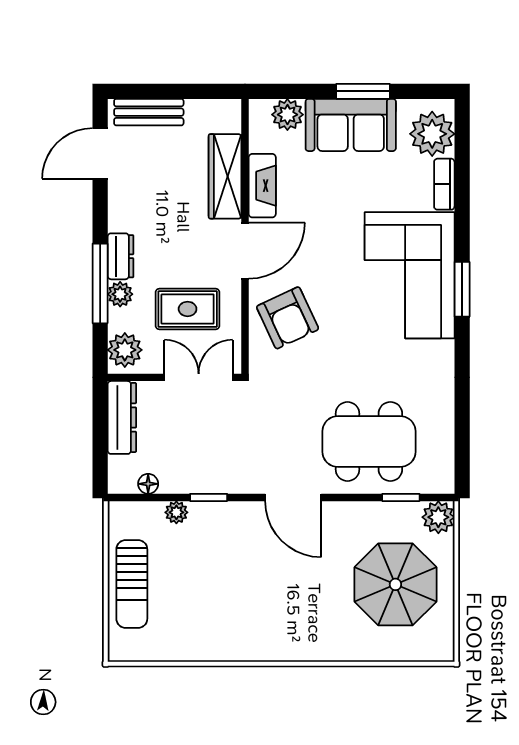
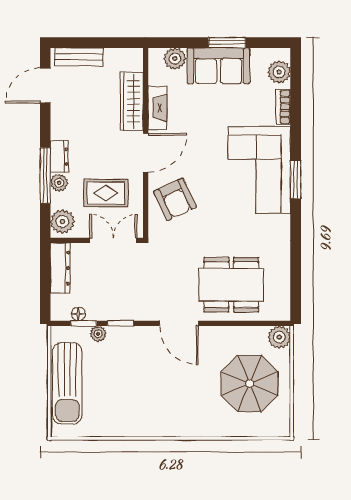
plant: (432, 134) -> (279, 72), width x0.73, depth x0.73
window: (401, 497) -> (84, 323), moved
sun lounger: (132, 584) -> (67, 383), width x1.36, depth x1.34

